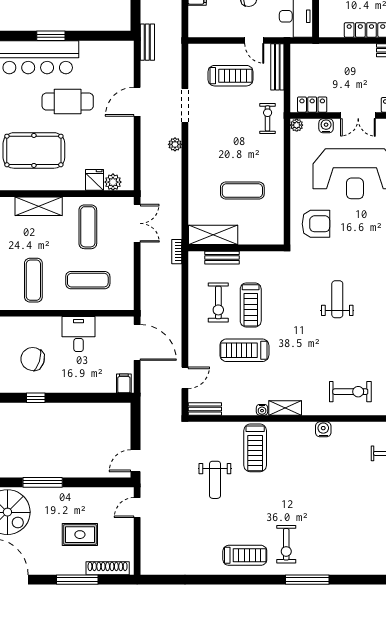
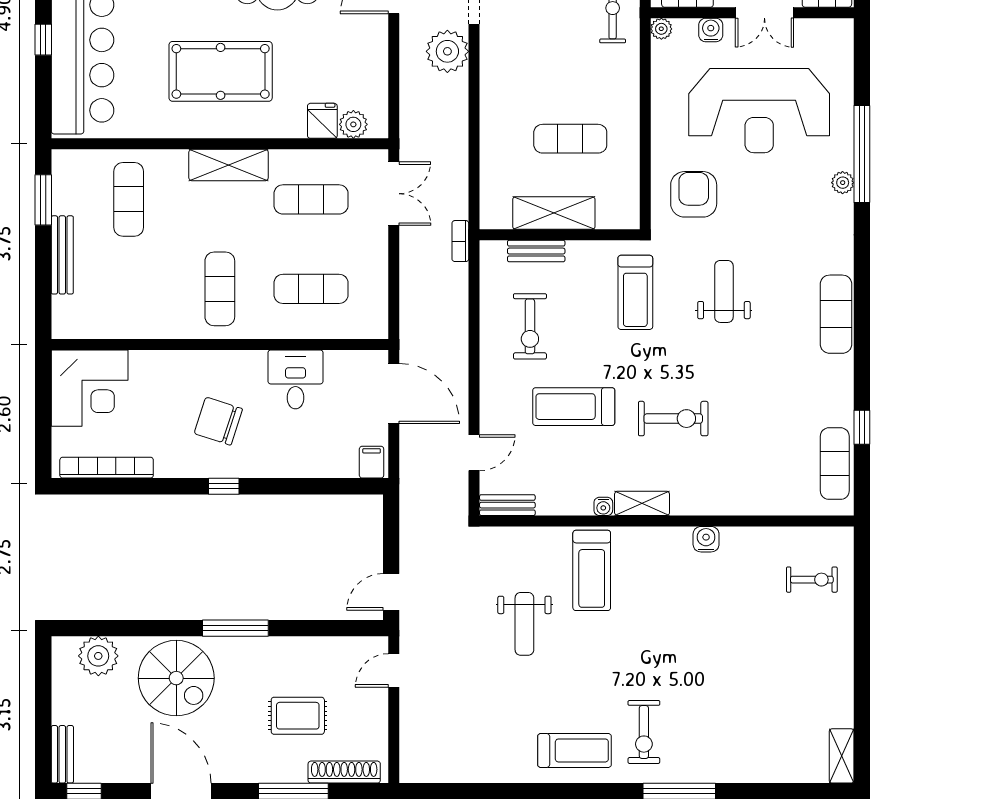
plant: (175, 144) -> (447, 51), width x1.88, depth x1.88
armchair: (316, 224) -> (694, 194), turned -90
exercise mat: (88, 227) -> (311, 199), turned 90
shelving: (213, 235) -> (554, 213), moved
weight bench: (337, 299) -> (724, 291), moved
treadmill: (251, 305) -> (635, 292), moved
exercise bike: (350, 392) -> (673, 419), moved

